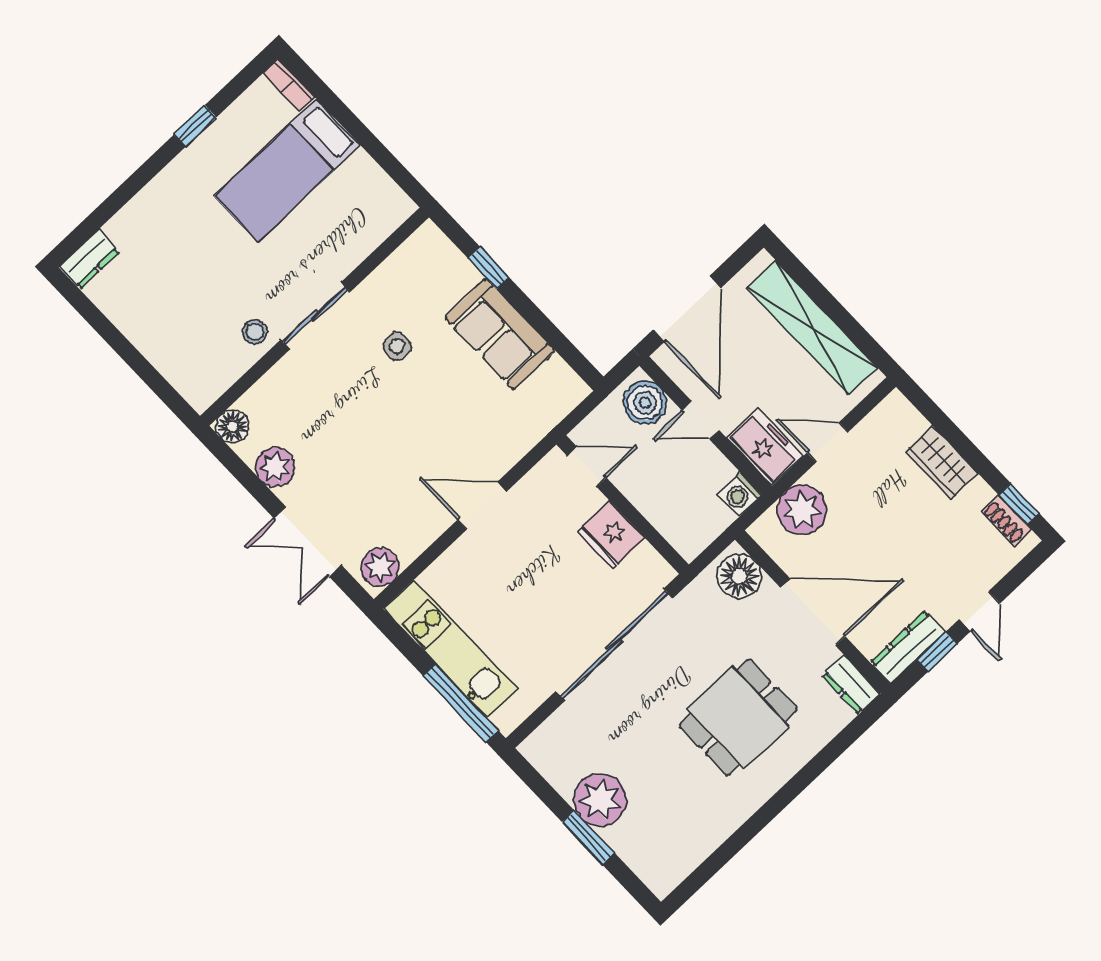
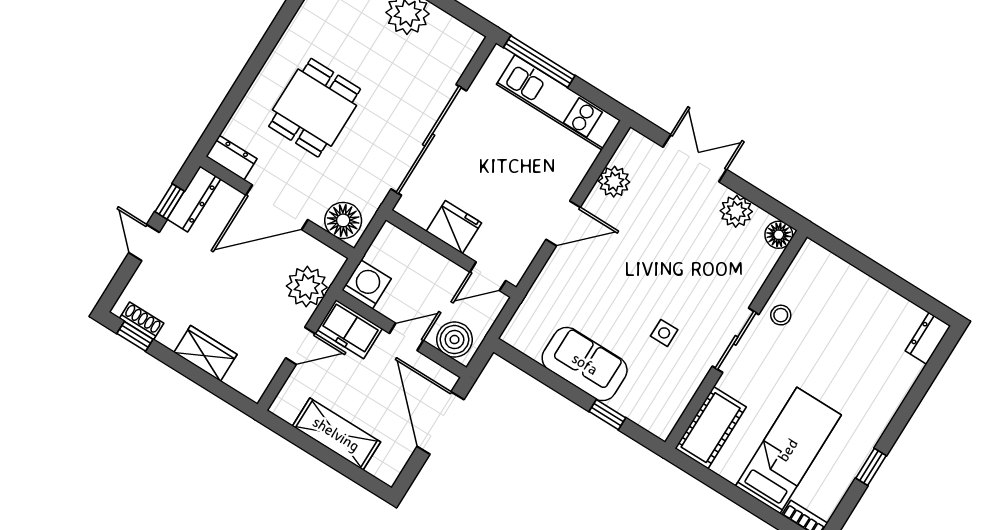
cot: (371, 221) -> (711, 428), added
shelving: (812, 328) -> (336, 434), width x0.68
washing machine: (740, 494) -> (367, 284), width x1.38, depth x1.38
plant: (380, 567) -> (614, 182), moved

